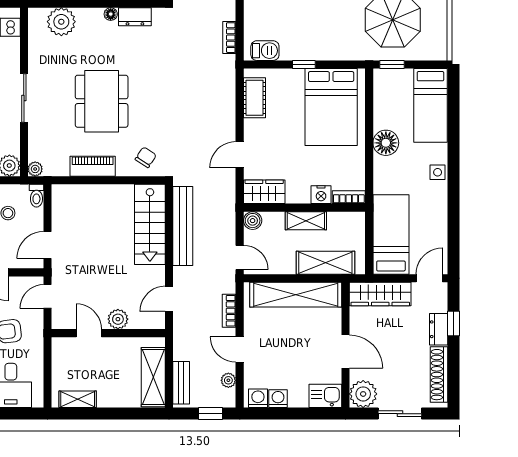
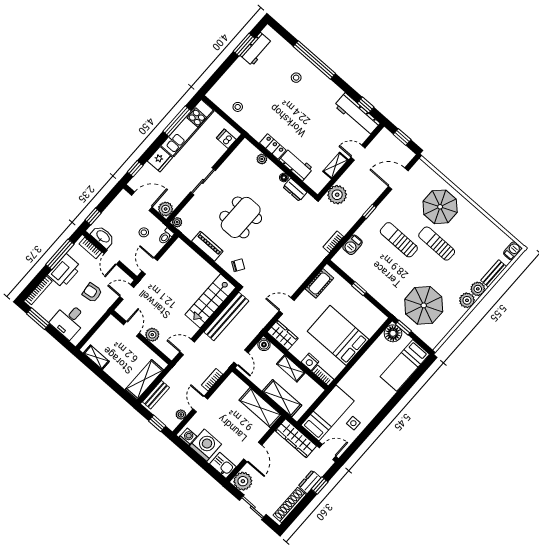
plant: (61, 22) -> (262, 159), width x0.53, depth x0.53
barbecue: (265, 51) -> (352, 245), moved, turned 90
bed: (331, 107) -> (338, 335), moved, turned 90
floor lamp: (386, 143) -> (393, 333), moved
side table: (438, 172) -> (353, 423), moved
door: (47, 245) -> (150, 266), hinge flipped
shelving: (296, 295) -> (260, 408), width x0.68
washing machine: (278, 399) -> (205, 445), width x1.89, depth x1.89

